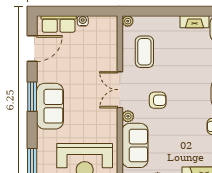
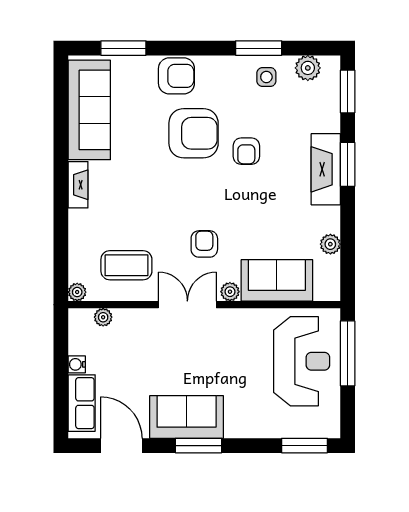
plant: (112, 37) -> (103, 317), added
double door: (120, 90) -> (187, 305), swing flipped
sofa: (50, 106) -> (187, 417), moved

